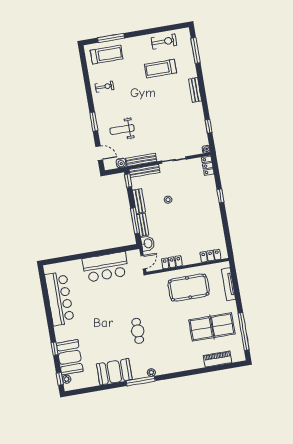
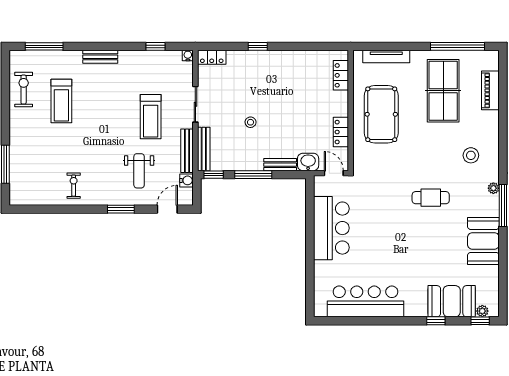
treadmill: (107, 55) -> (151, 117), moved, turned 180
bench: (139, 201) -> (245, 164), removed
window: (135, 221) -> (253, 175), moved
stool: (171, 353) -> (471, 155), added

